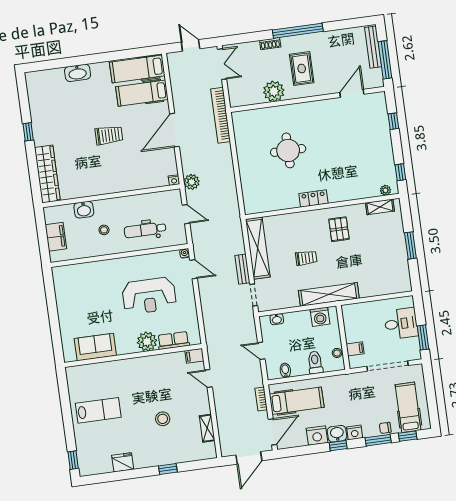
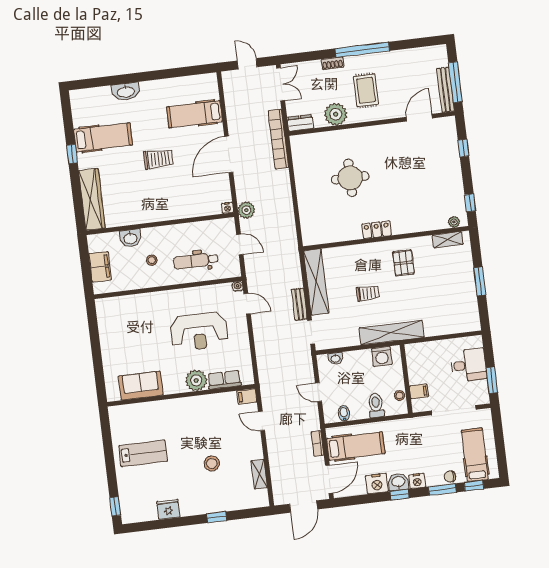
bench: (373, 47) -> (445, 90), moved
hospital bed: (137, 69) -> (103, 137), moved, turned 180
dresser: (241, 100) -> (300, 123), added

